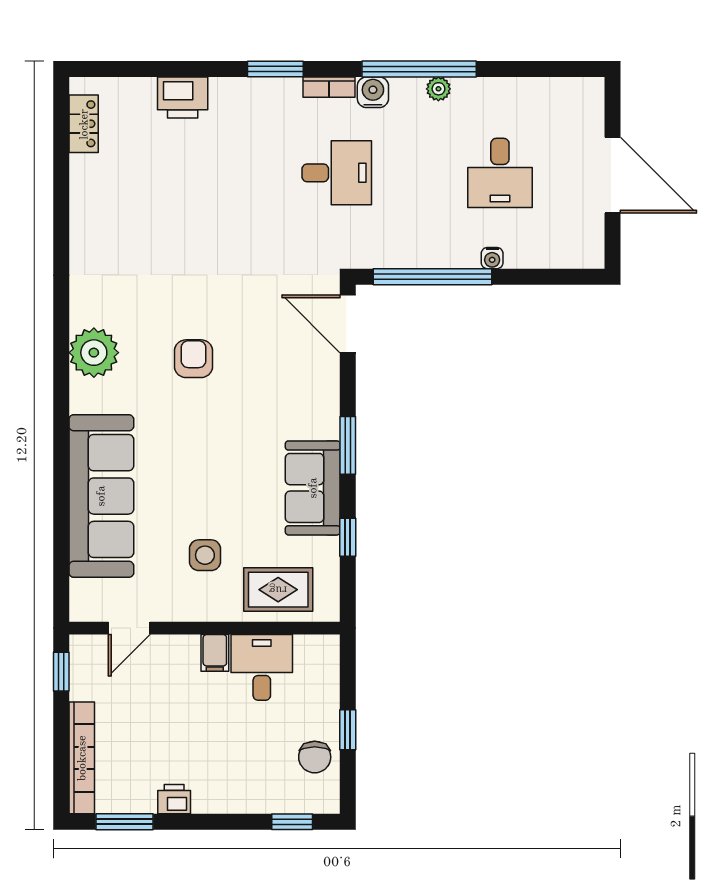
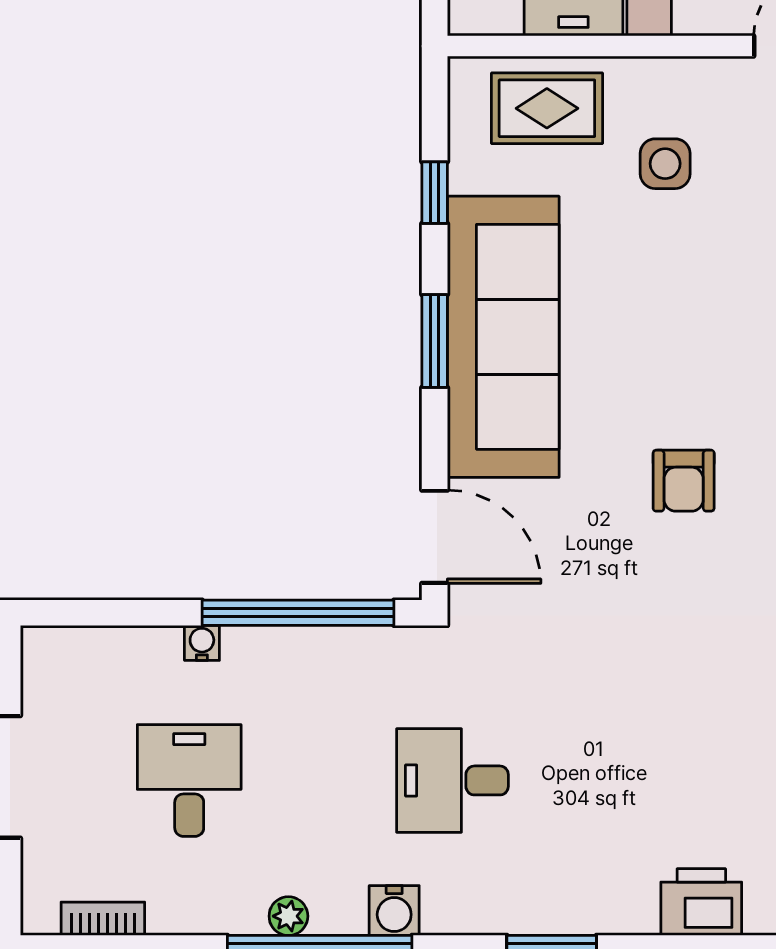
bookcase: (329, 87) -> (103, 919), moved
sofa: (313, 488) -> (503, 337), width x1.85, depth x1.27

